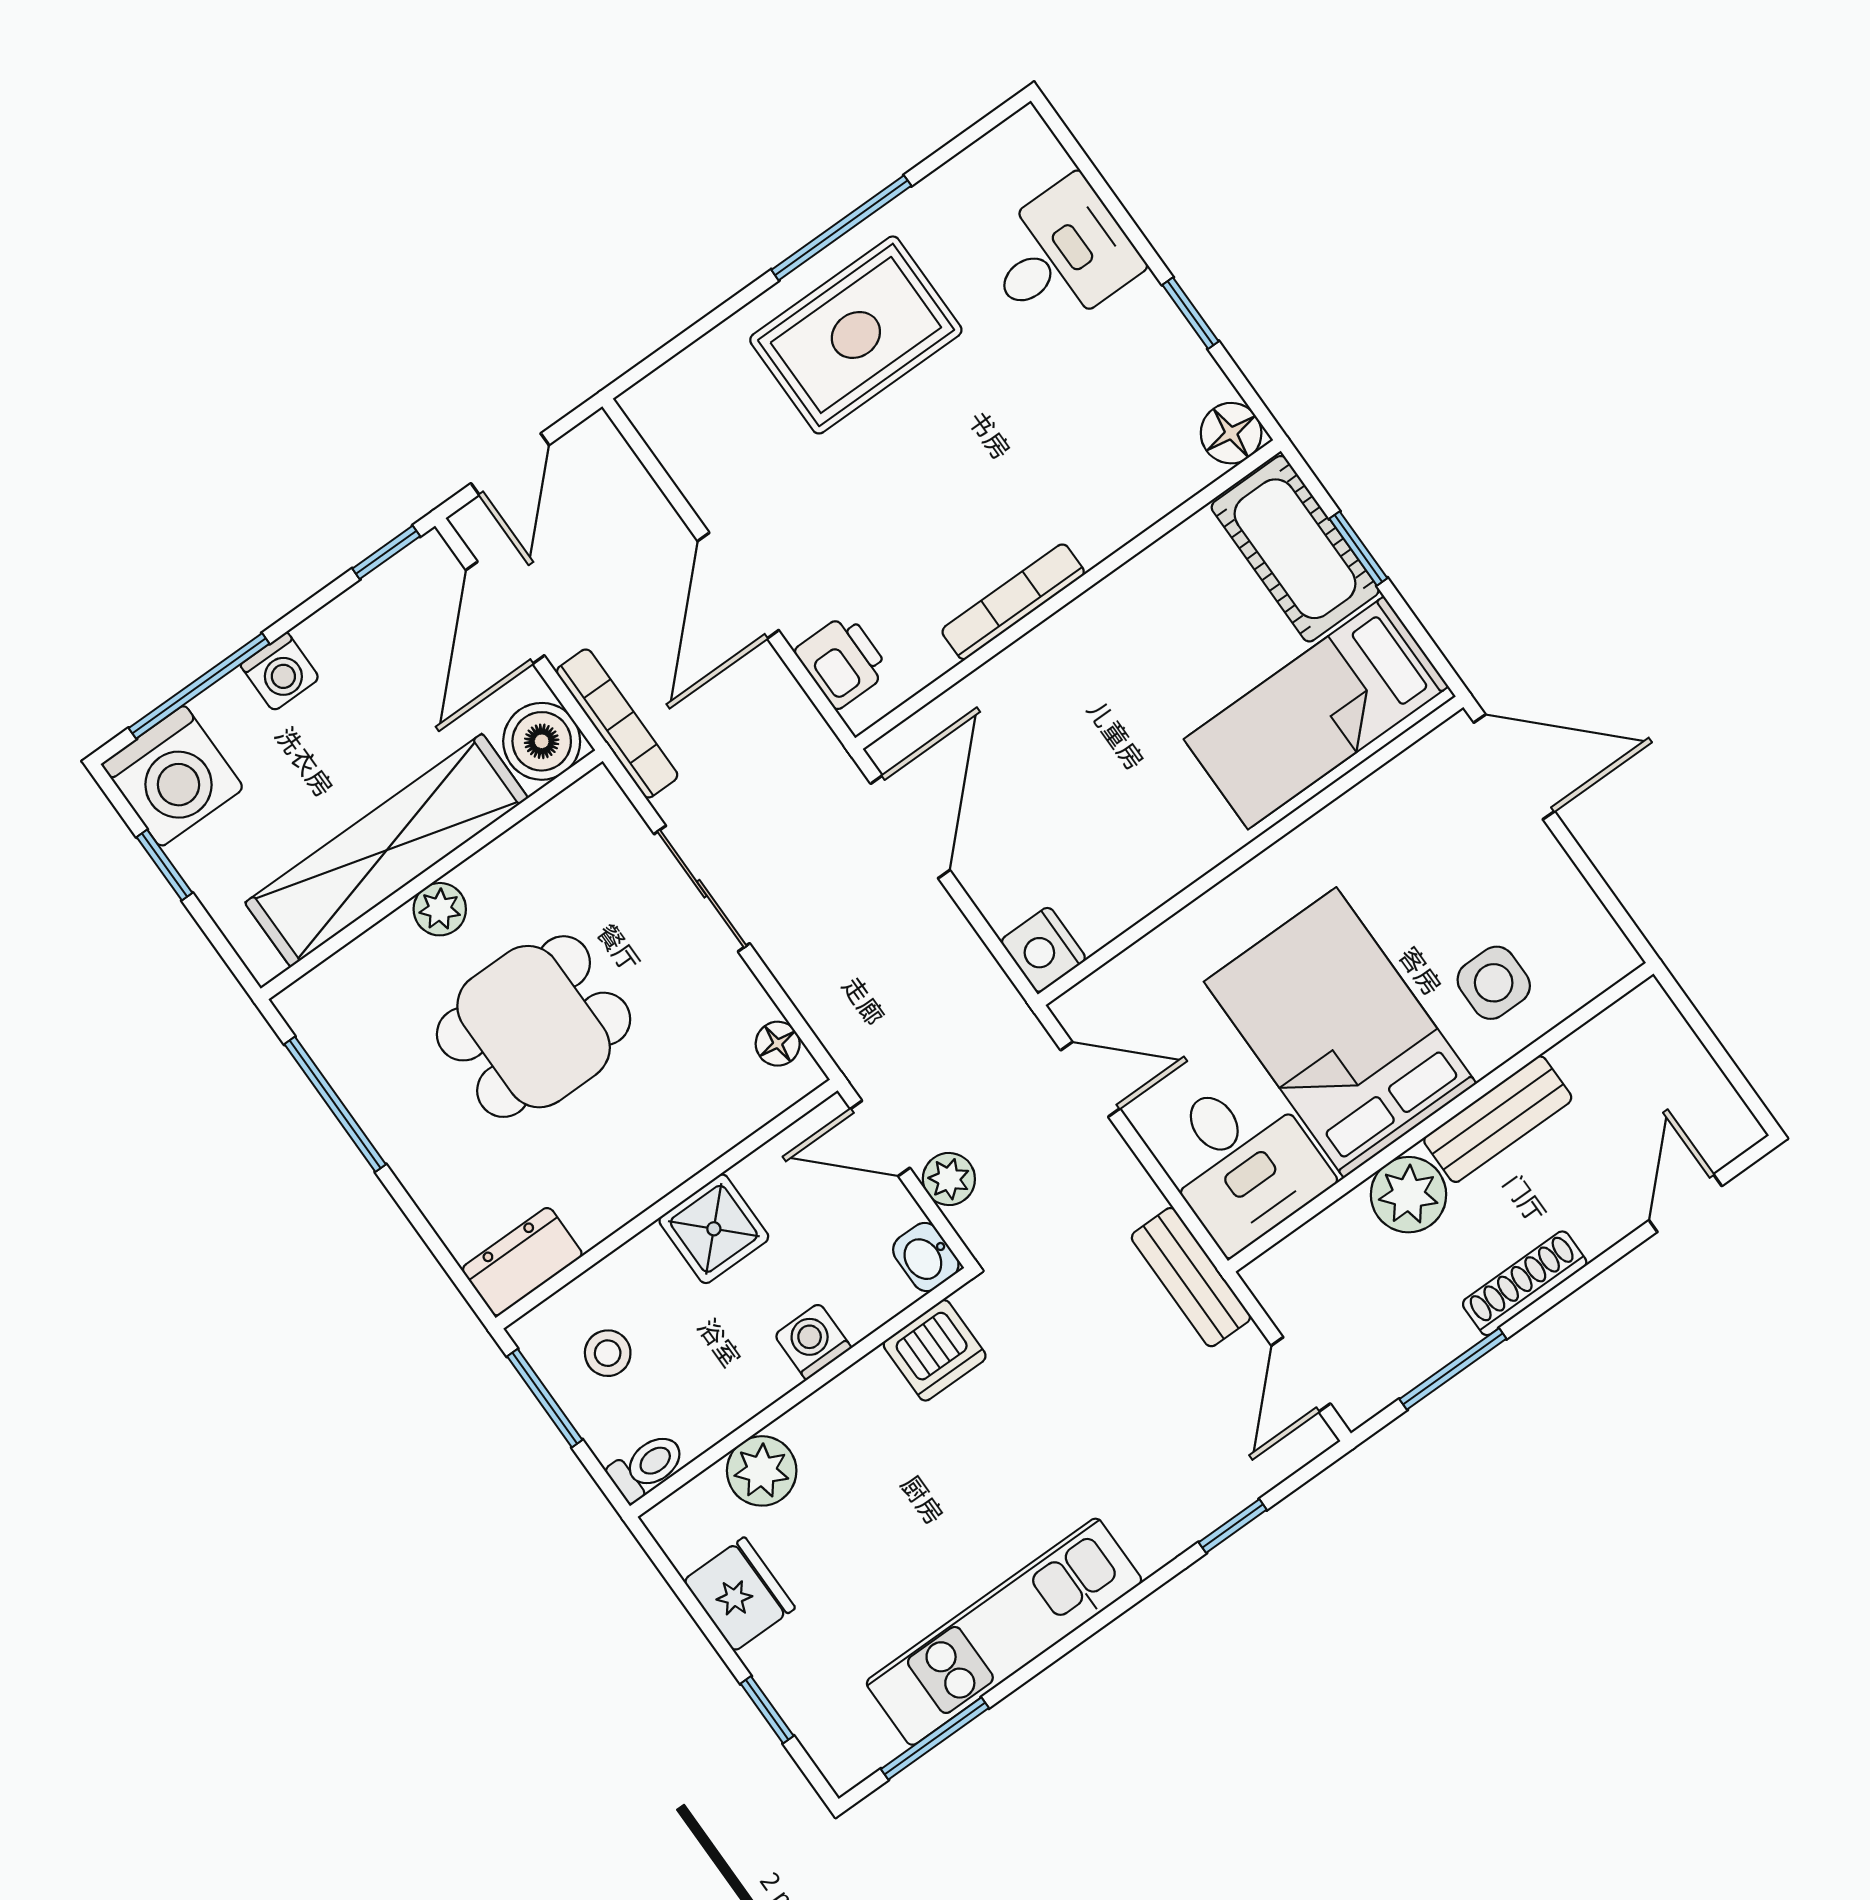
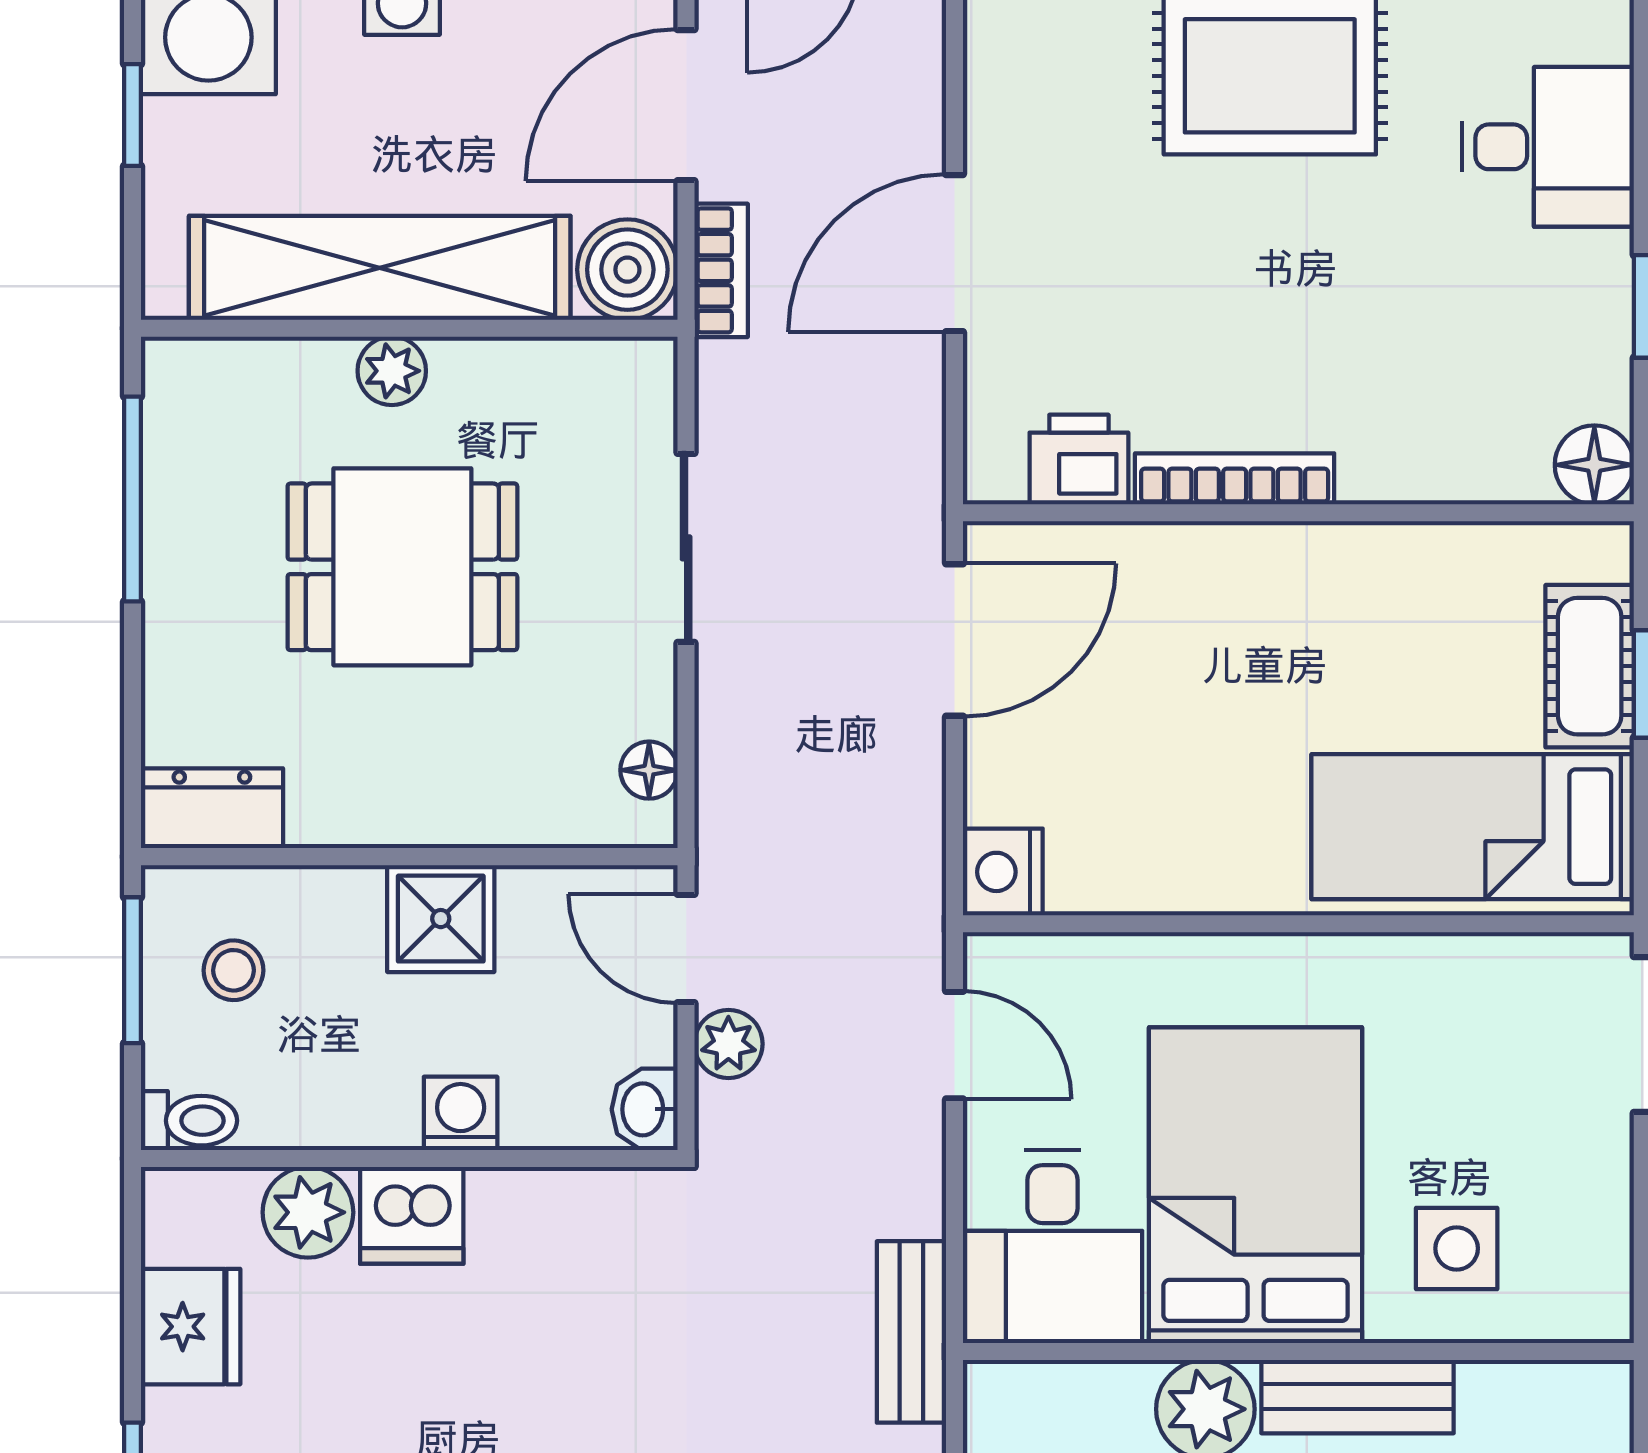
cot: (1295, 549) -> (1590, 666), width x0.73, depth x0.75
printer: (842, 661) -> (1079, 460), moved, turned -90
bookcase: (617, 723) -> (721, 270), width x0.64
dishwasher: (935, 1350) -> (412, 1215), moved

